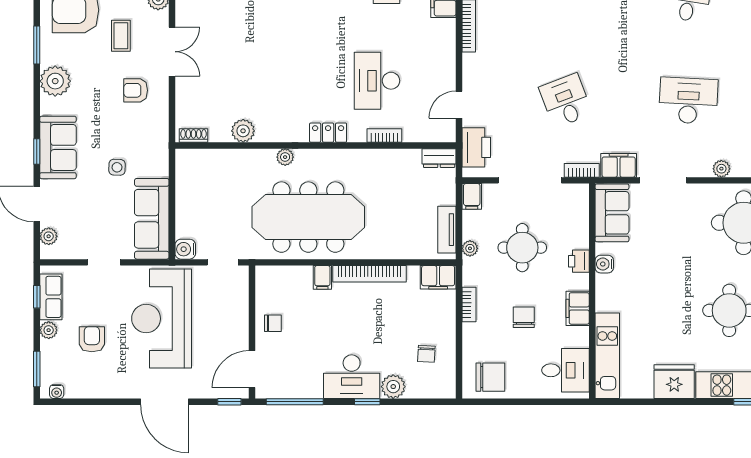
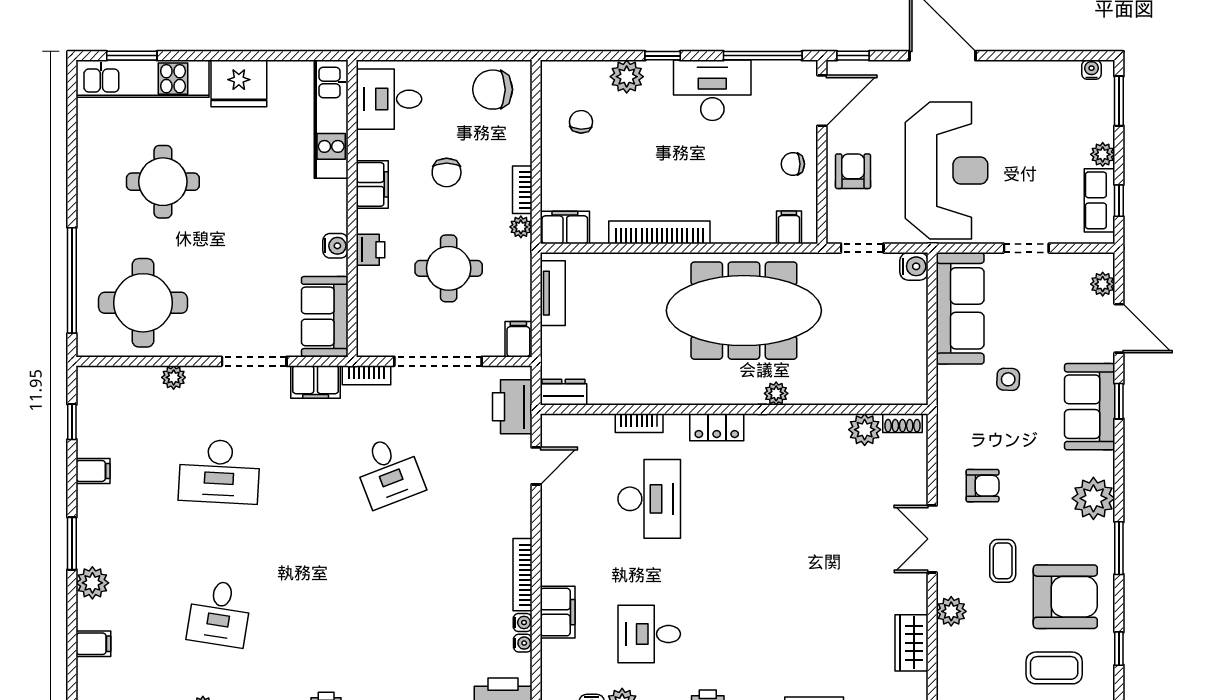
plant: (243, 131) -> (865, 430), moved
plant: (470, 248) -> (521, 227), moved
filing cabinet: (322, 277) -> (789, 227), moved
armchair: (92, 339) -> (853, 171), moved, turned 180
desk: (352, 377) -> (712, 90), moved

